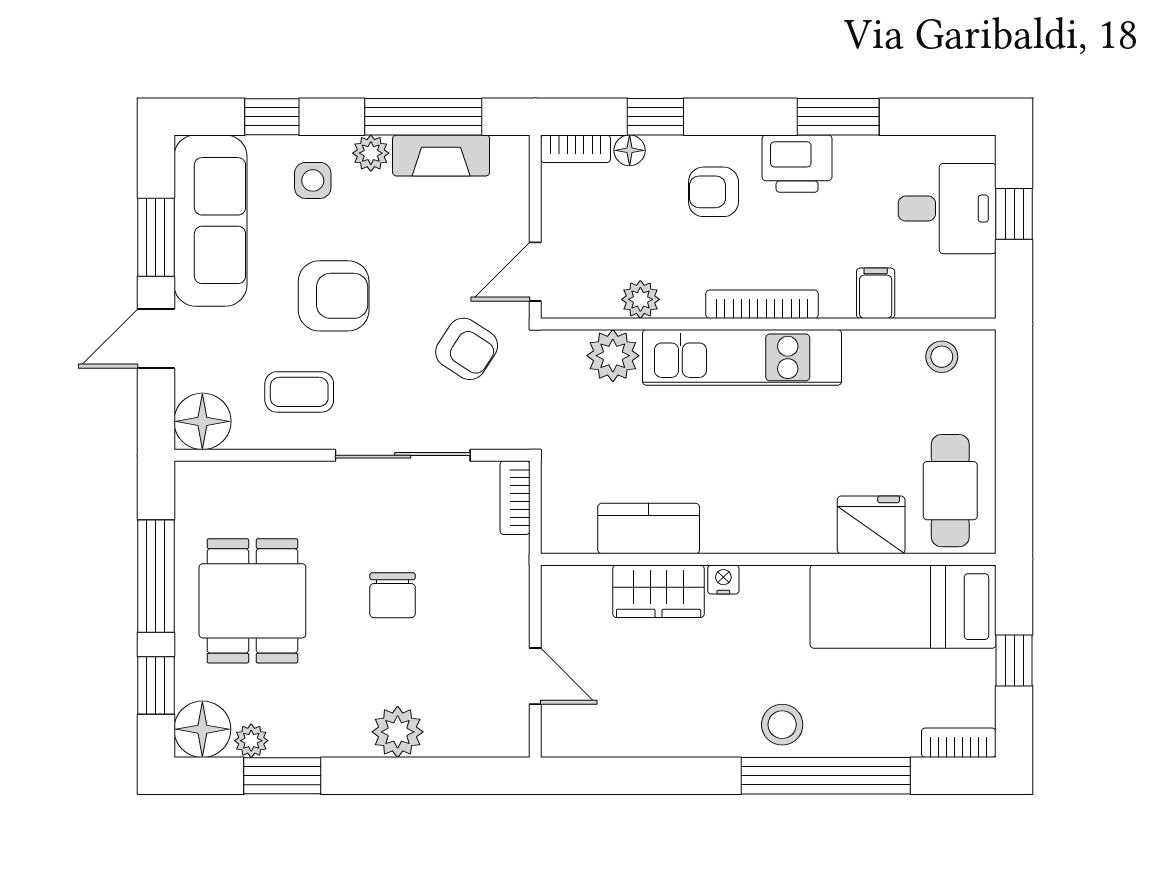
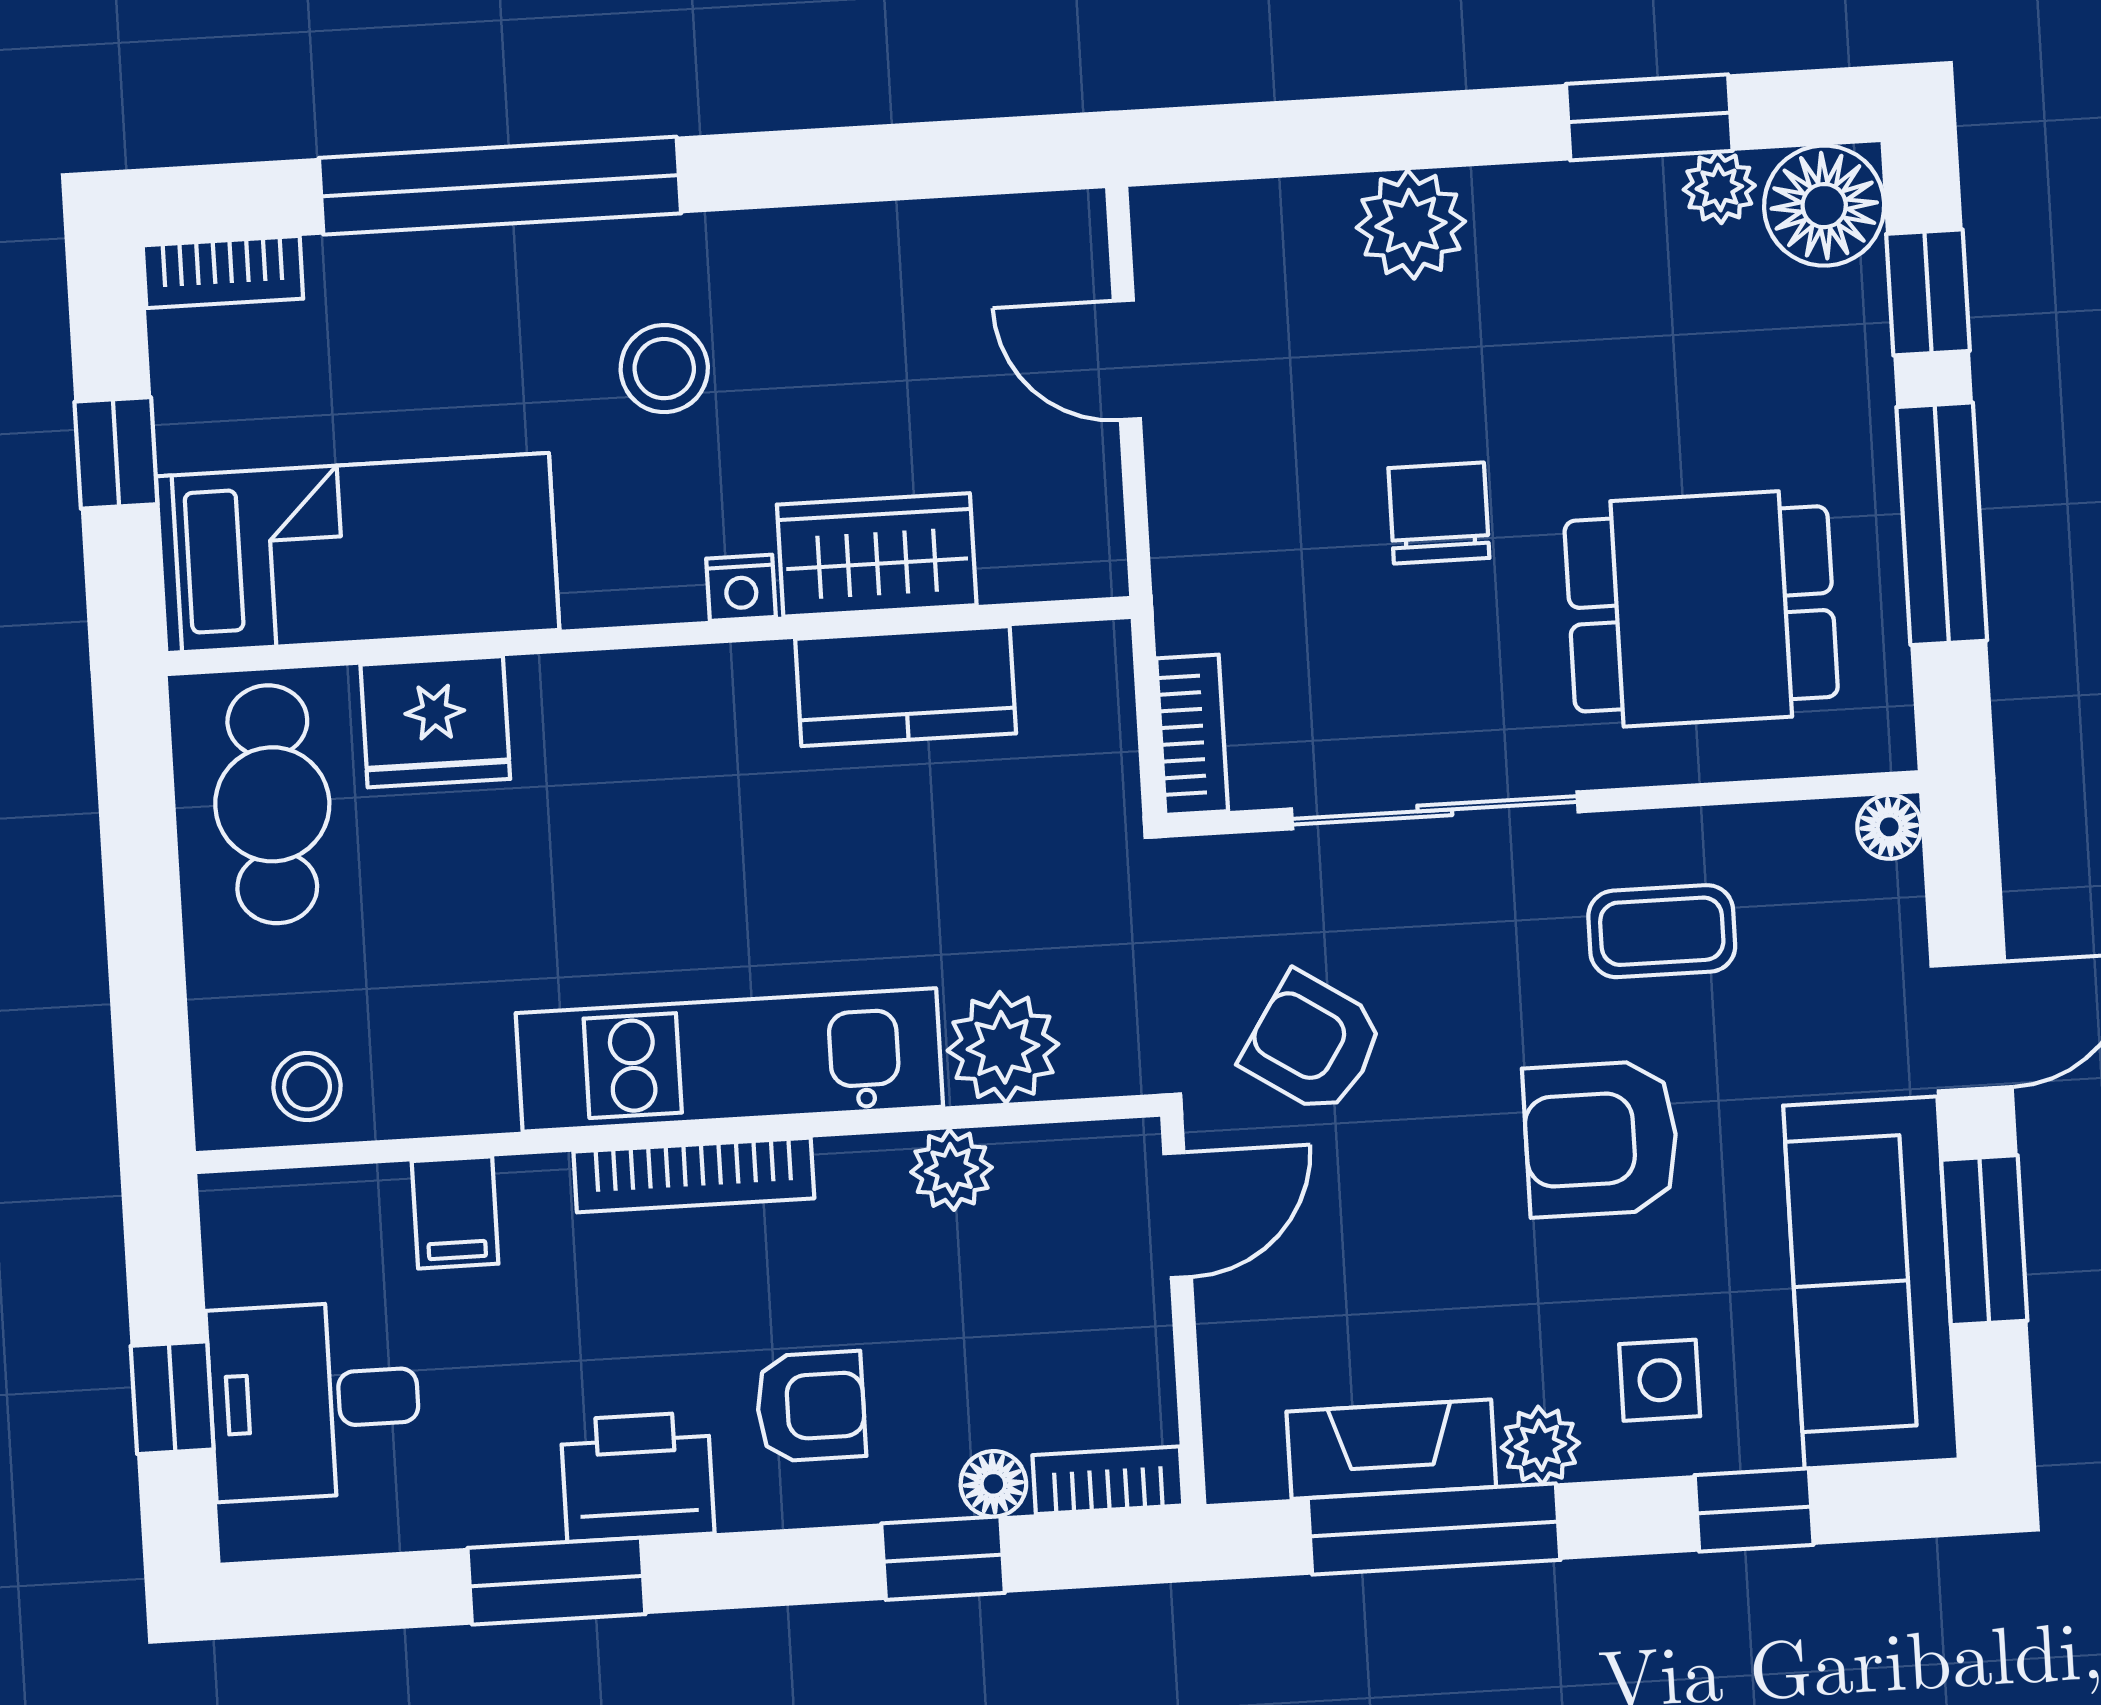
floor lamp: (202, 421) -> (1889, 827), width x0.53, depth x0.53
dining table: (252, 601) -> (1701, 609), moved, turned 90
stool: (782, 725) -> (664, 369), moved

